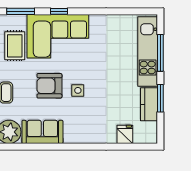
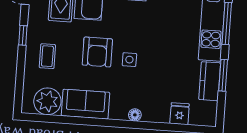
armchair: (49, 86) -> (97, 52), turned -90
floor lamp: (86, 138) -> (135, 115), added

